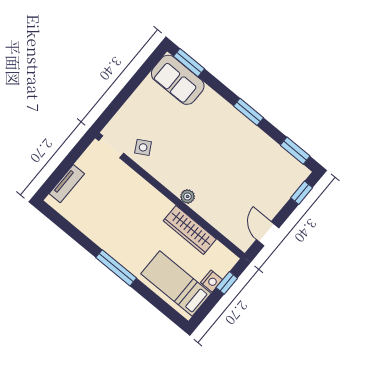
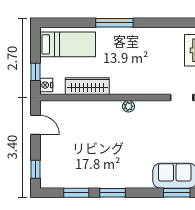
side table: (143, 147) -> (161, 114), removed
window: (295, 151) -> (76, 193), moved
plant: (188, 196) -> (129, 106), moved
nightstand: (212, 281) -> (46, 85), moved

